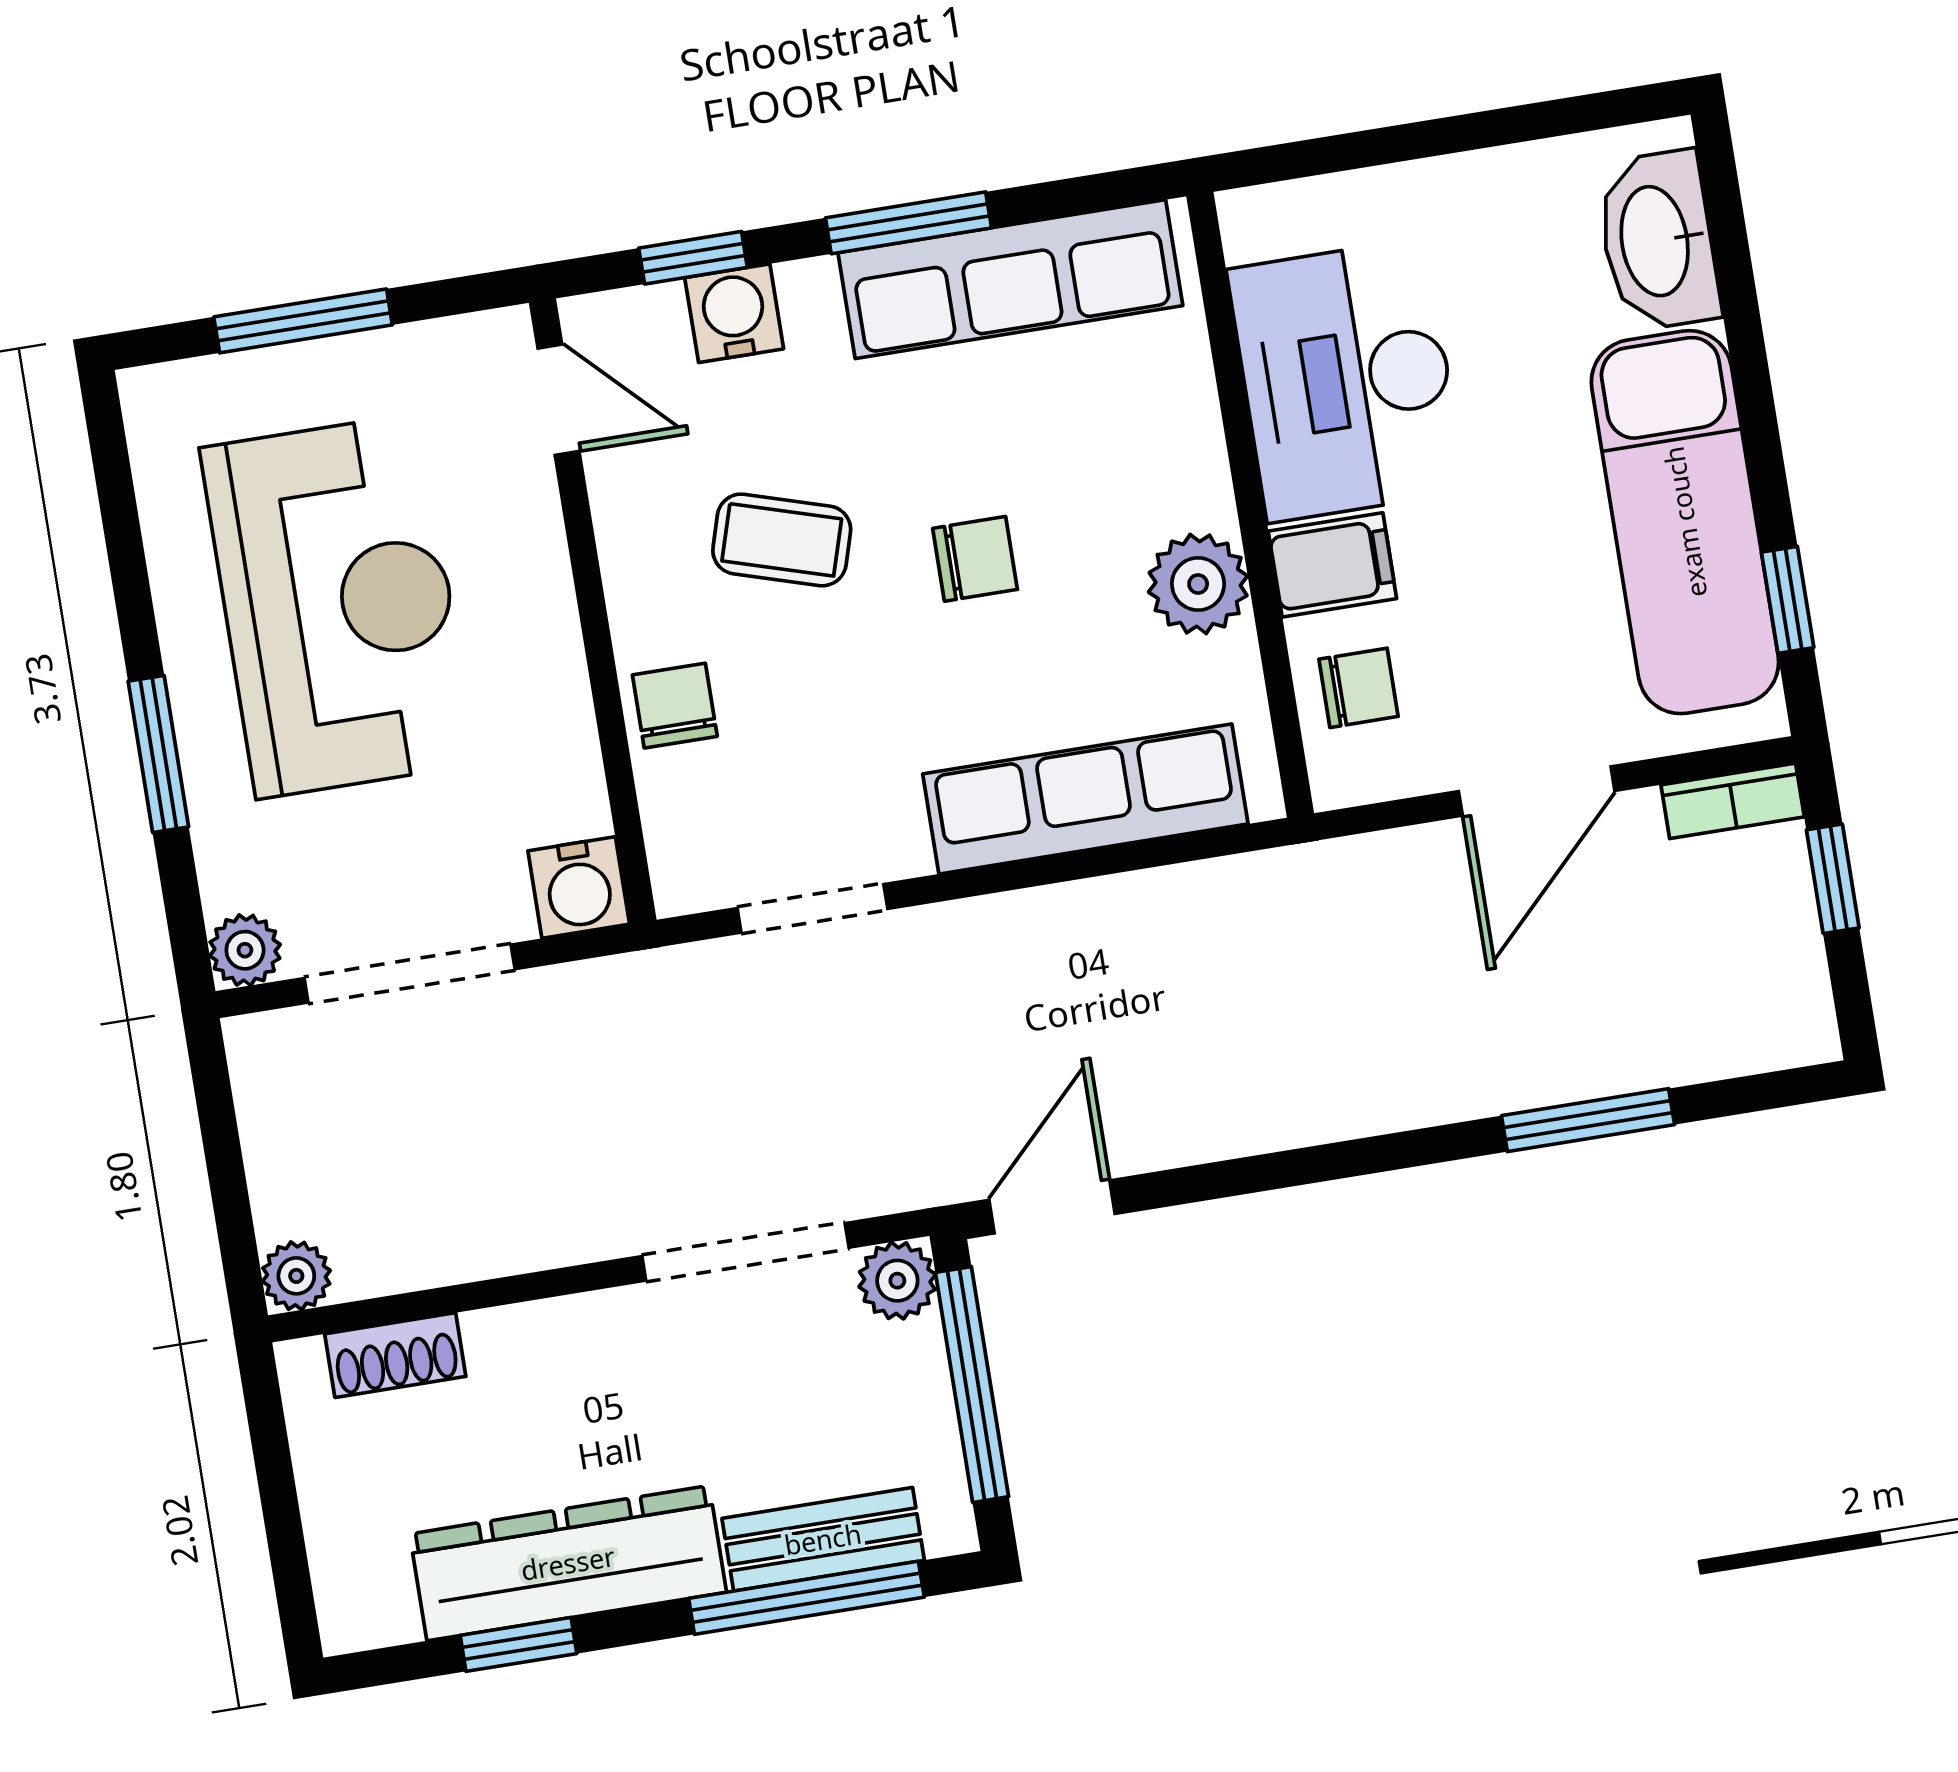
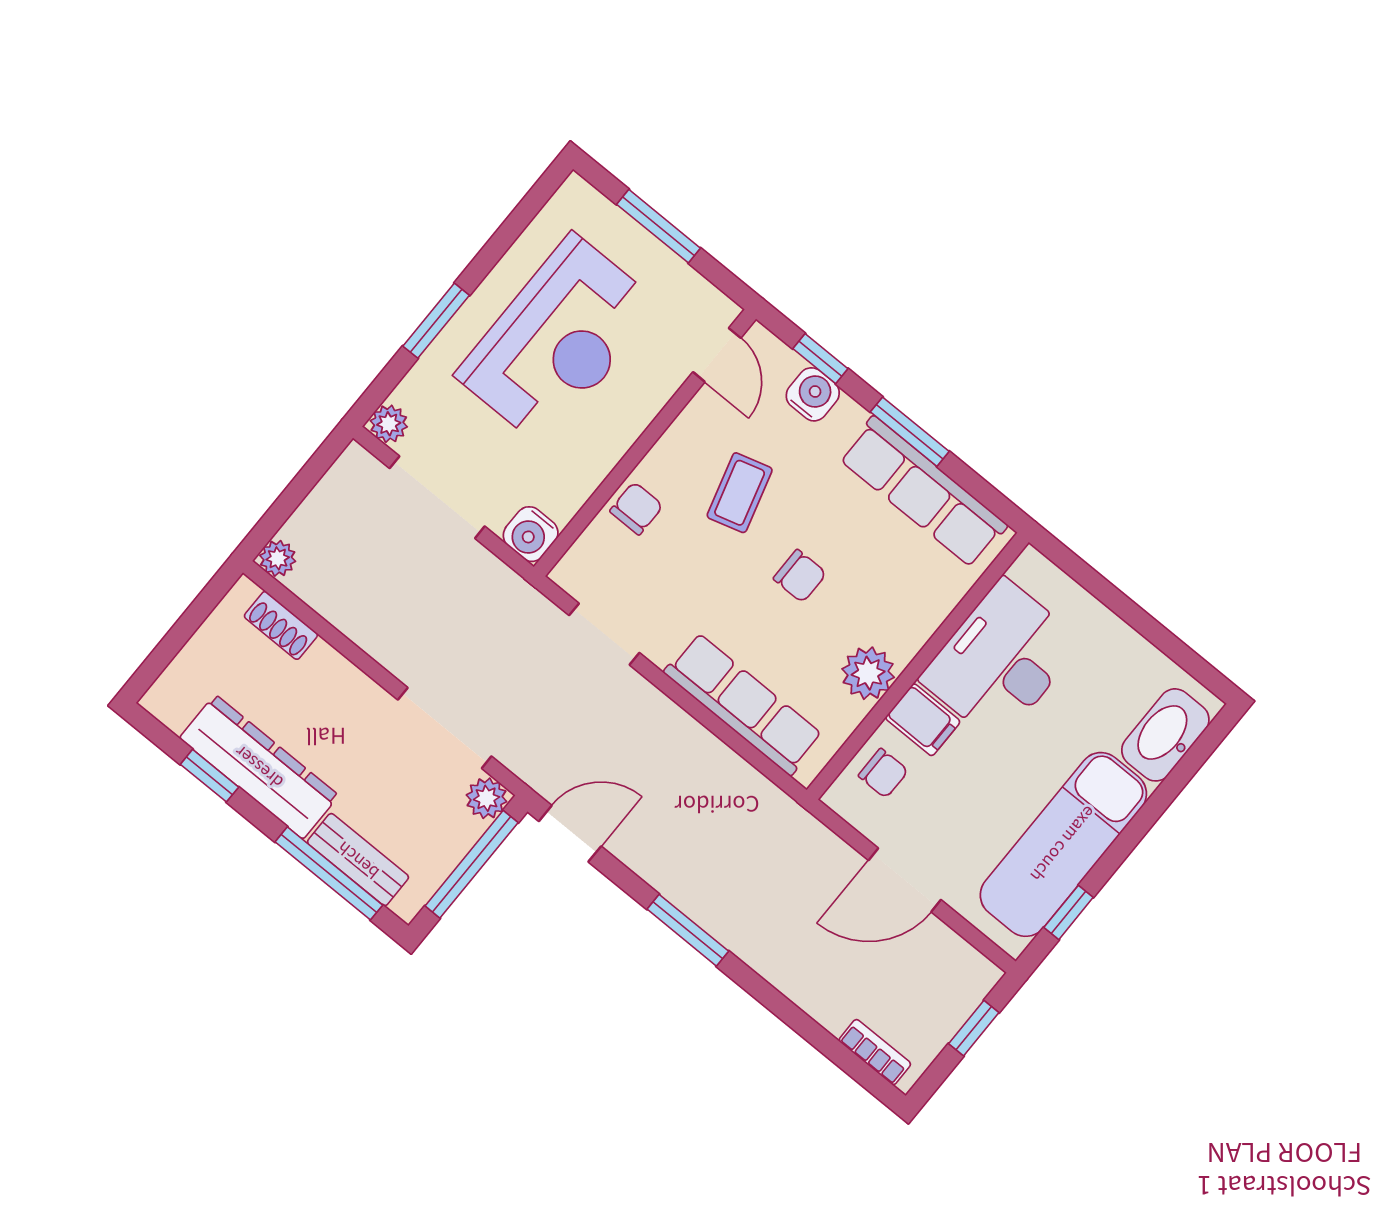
coffee table: (782, 540) -> (740, 493), turned 57
bookcase: (1733, 801) -> (875, 1052), moved, turned 180
window: (1588, 1120) -> (688, 930), moved

